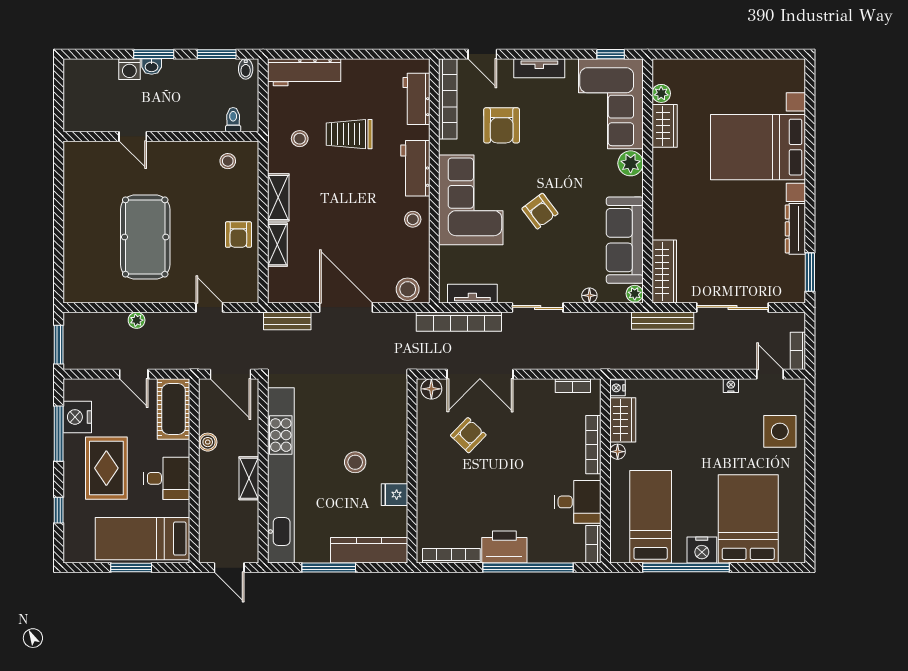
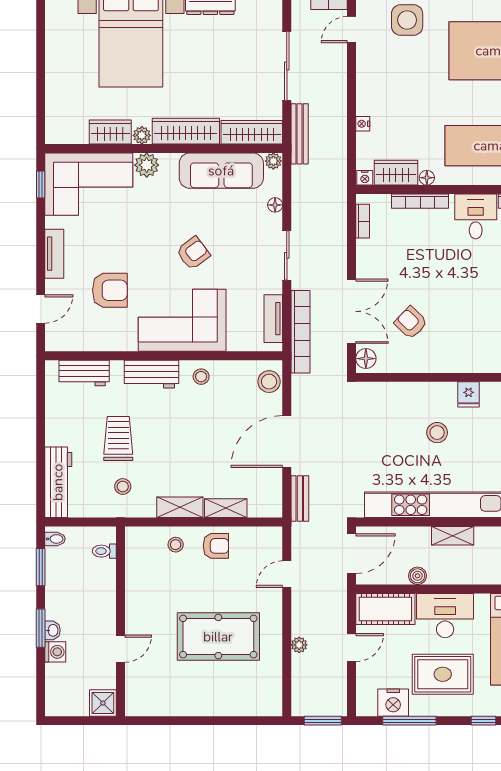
plant: (661, 93) -> (142, 135), moved
bookcase: (448, 99) -> (84, 343), removed
shower: (77, 118) -> (103, 703), added
trolley: (349, 134) -> (118, 438), turned 180
stool: (228, 161) -> (176, 545), moved
wardrobe: (665, 204) -> (186, 131), added
nightstand: (731, 386) -> (363, 124), moved
desk: (167, 478) -> (445, 616), width x1.37

